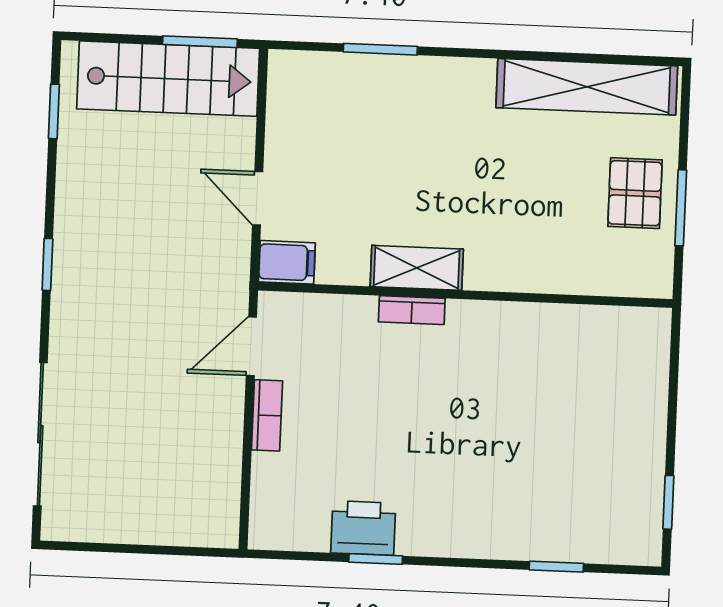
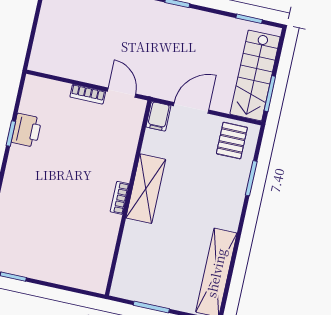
pallet: (635, 193) -> (232, 141), moved, turned 90
door: (258, 198) -> (191, 108), width x1.38
shelving: (417, 268) -> (146, 189), width x1.50, depth x1.33
bookcase: (412, 310) -> (120, 198), moved

